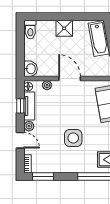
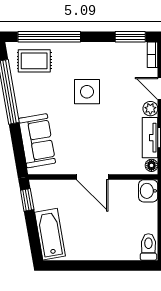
shower: (64, 28) -> (100, 249), removed
plant: (47, 85) -> (125, 167), removed

